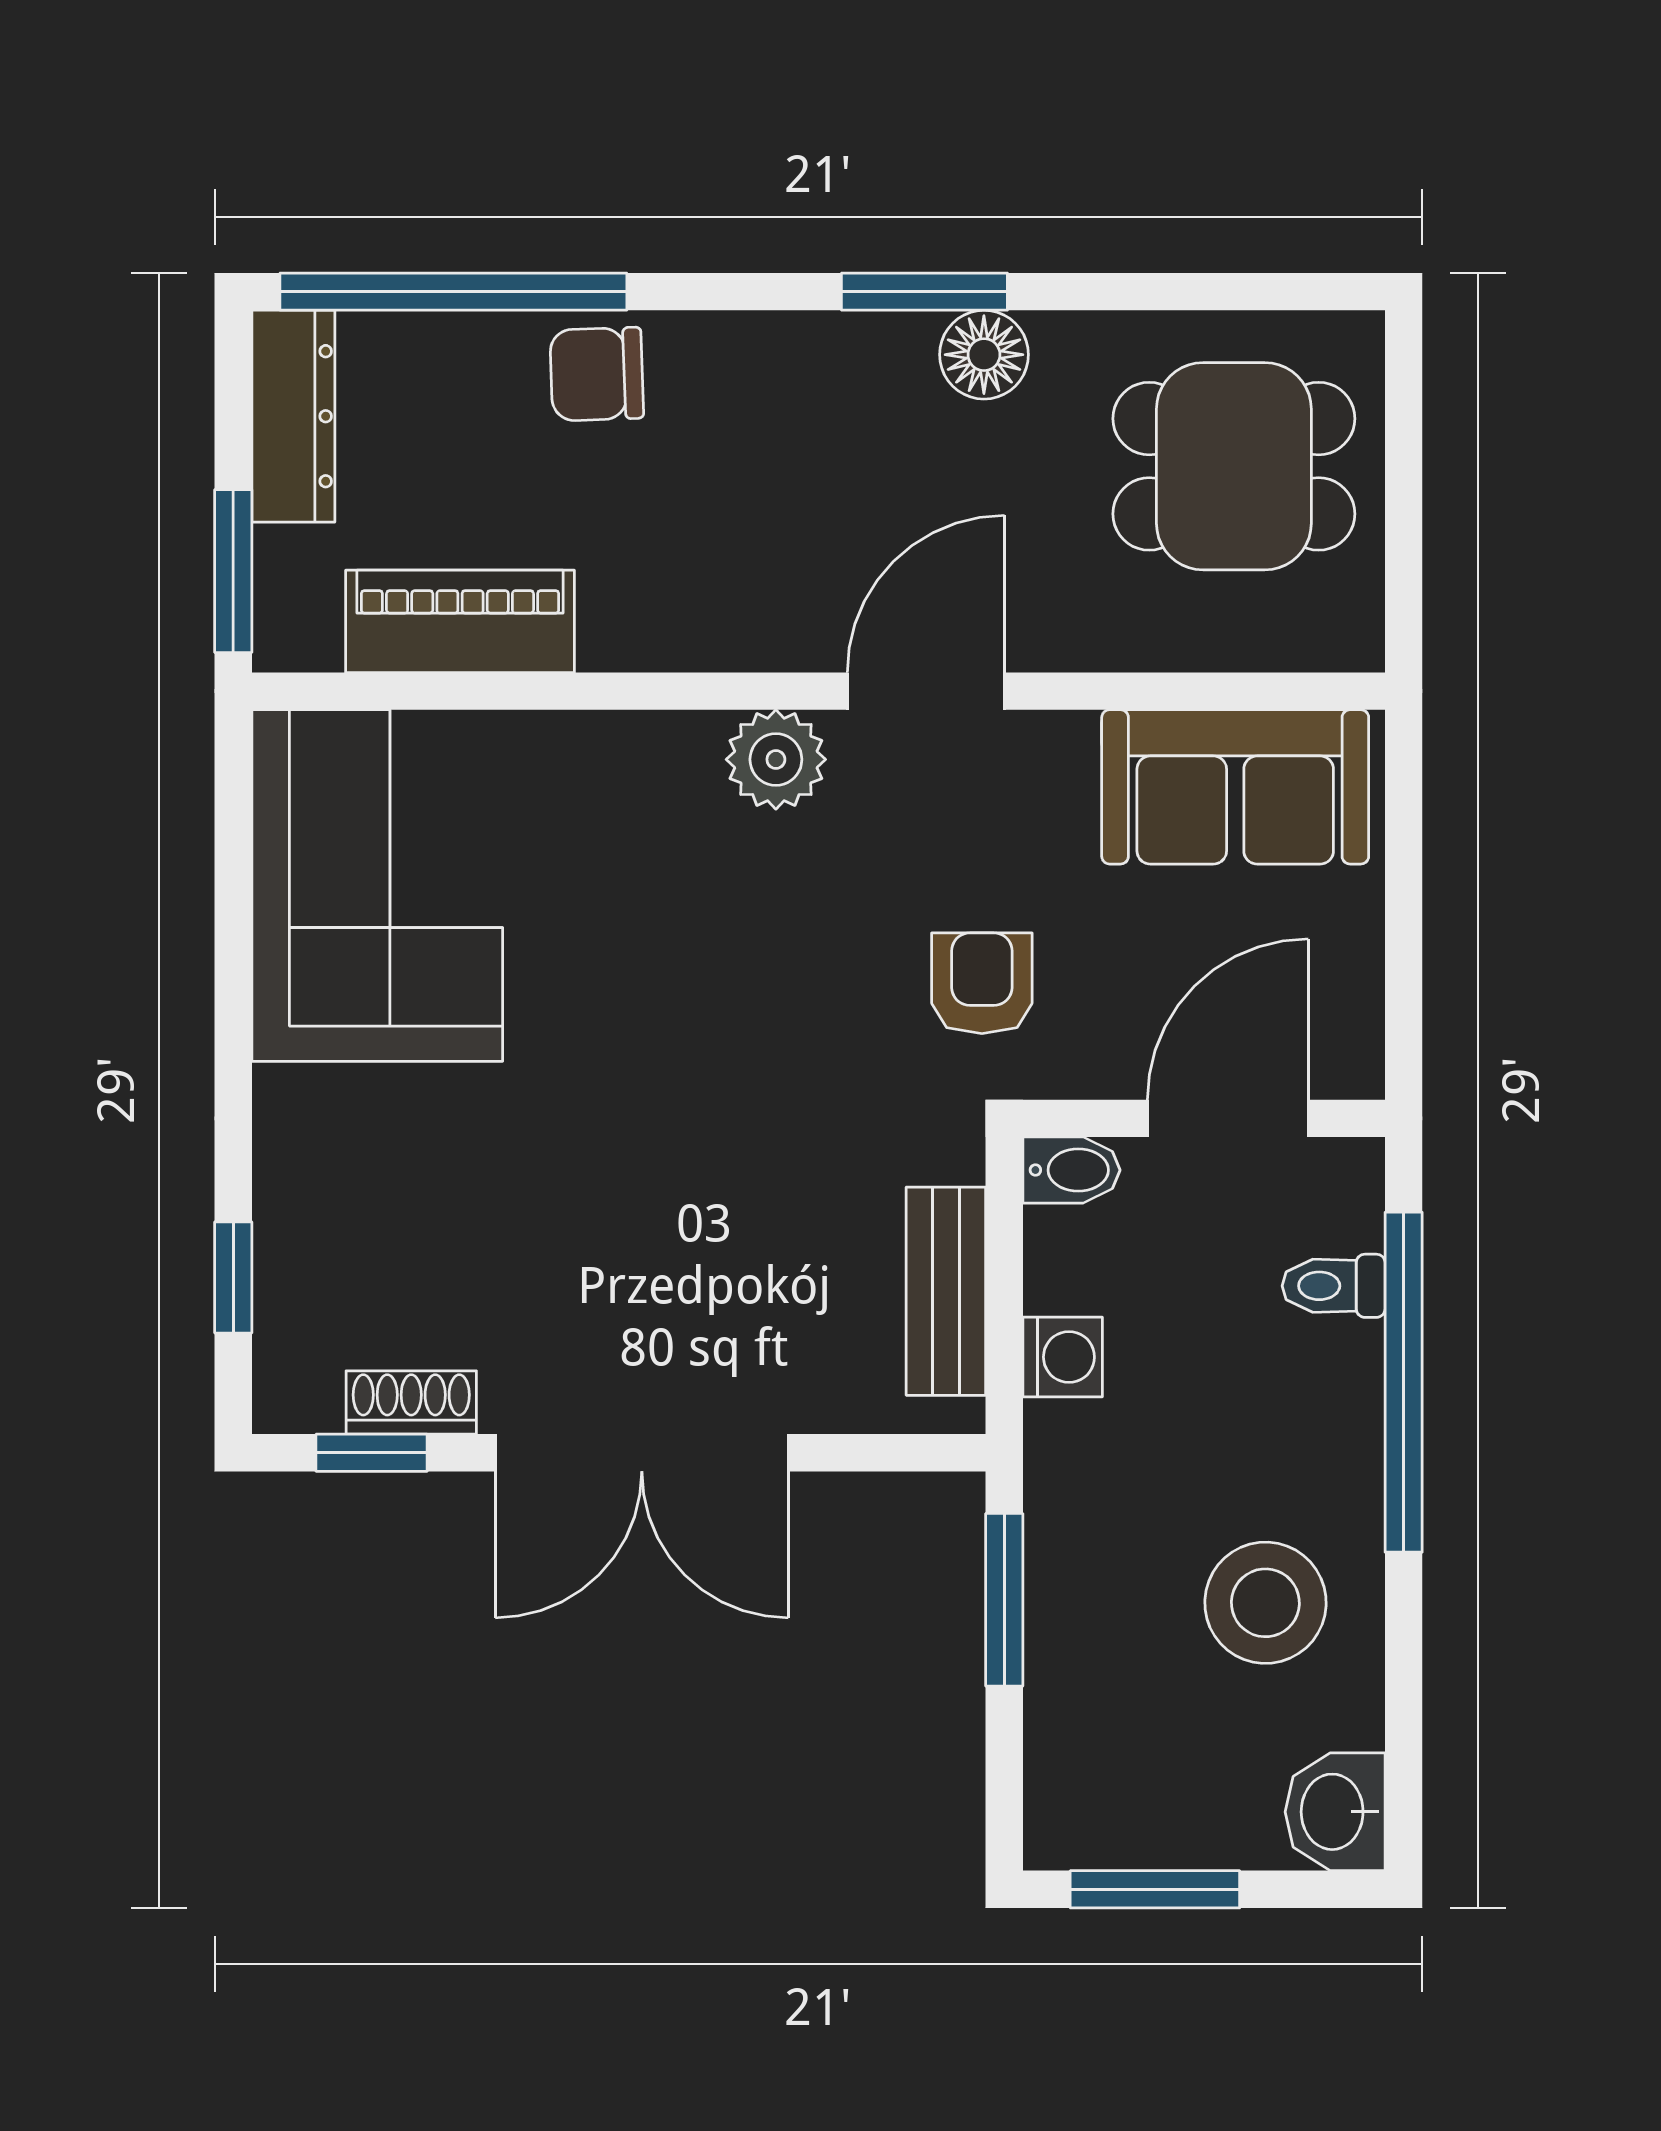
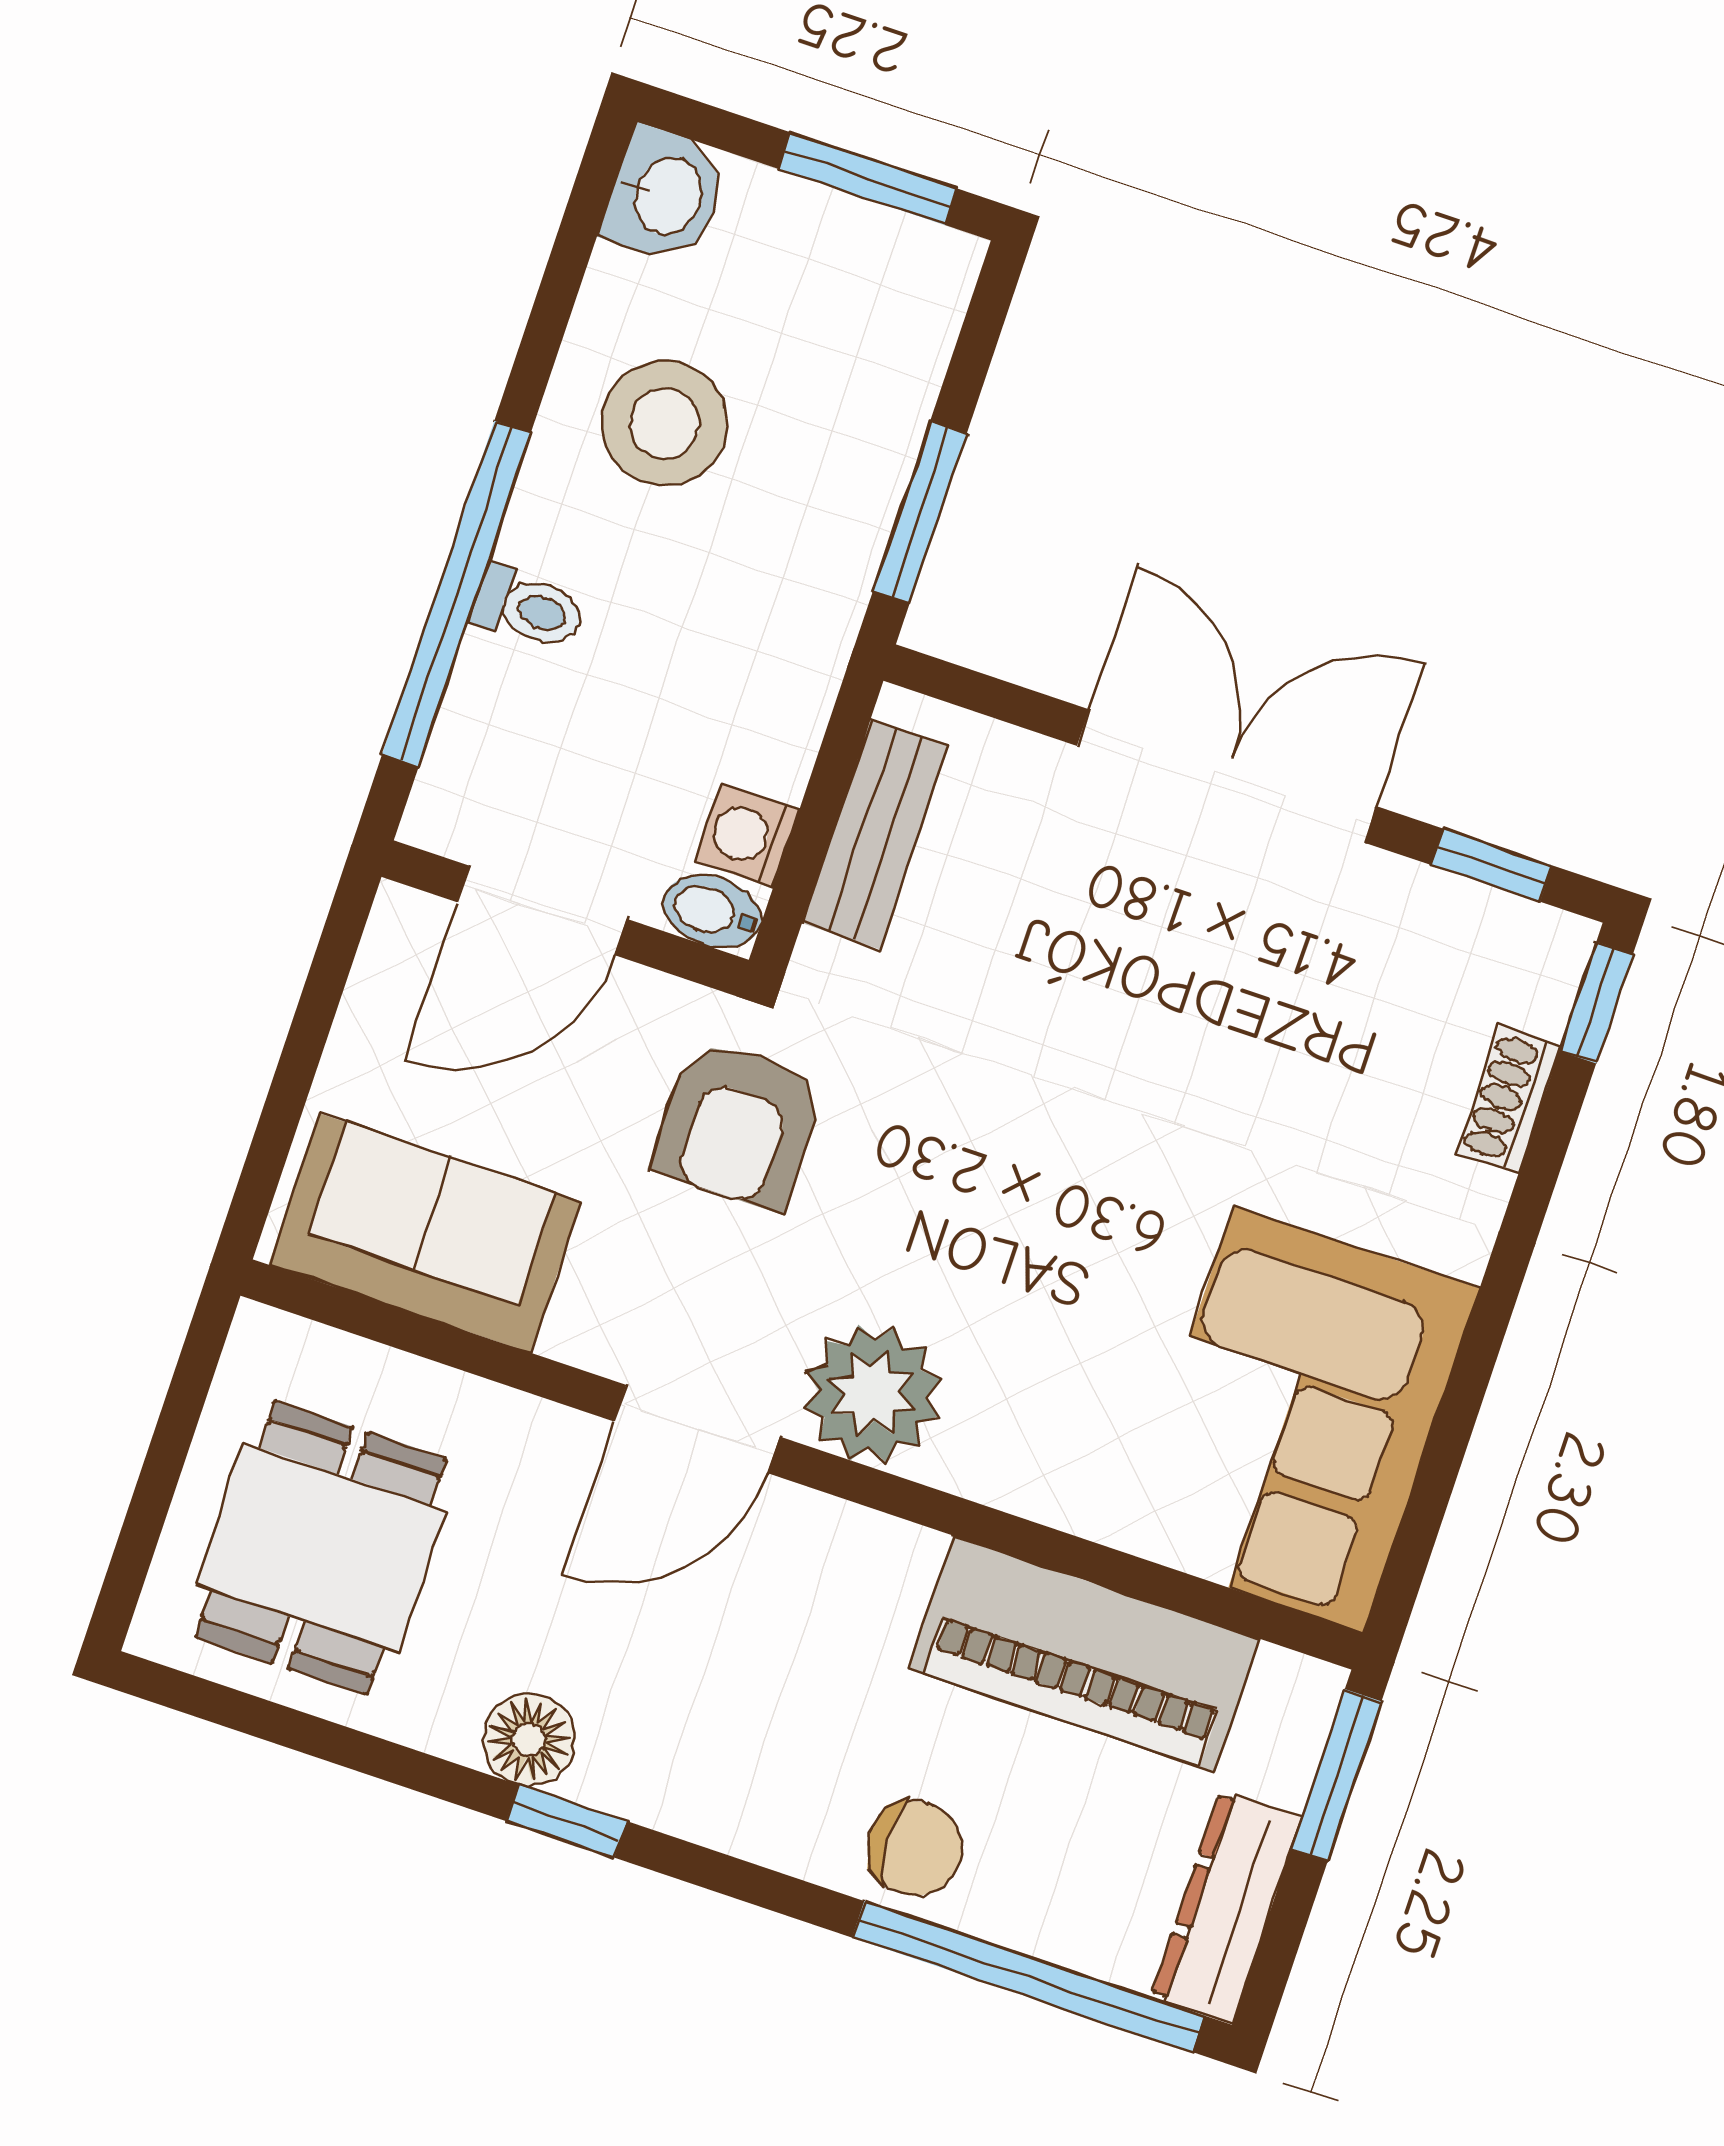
window: (924, 292) -> (566, 1821), width x0.67
dining table: (1234, 466) -> (321, 1548), turned 90
piano: (460, 621) -> (1084, 1654), width x1.37, depth x1.33
plant: (776, 759) -> (872, 1394), width x1.36, depth x1.36
armchair: (982, 983) -> (738, 1124), width x1.38, depth x1.38
window: (233, 1277) -> (1596, 1003), moved
toilet: (1334, 1286) -> (528, 608), moved
washing machine: (1063, 1357) -> (747, 836), moved
shoe rack: (411, 1403) -> (1509, 1100), moved, turned 90

